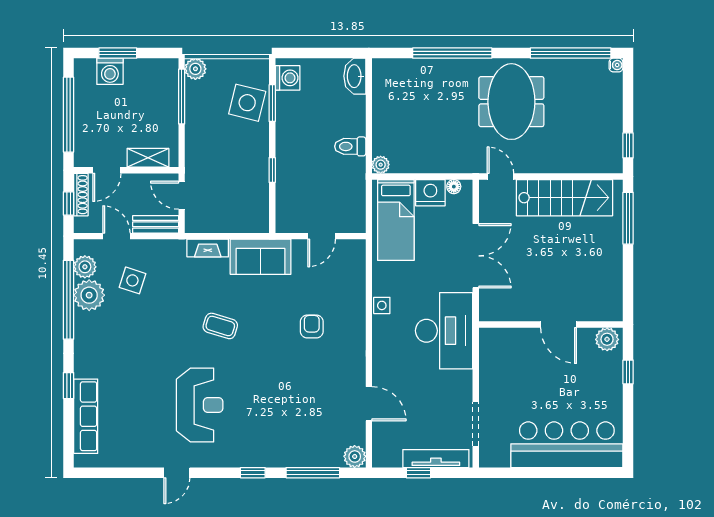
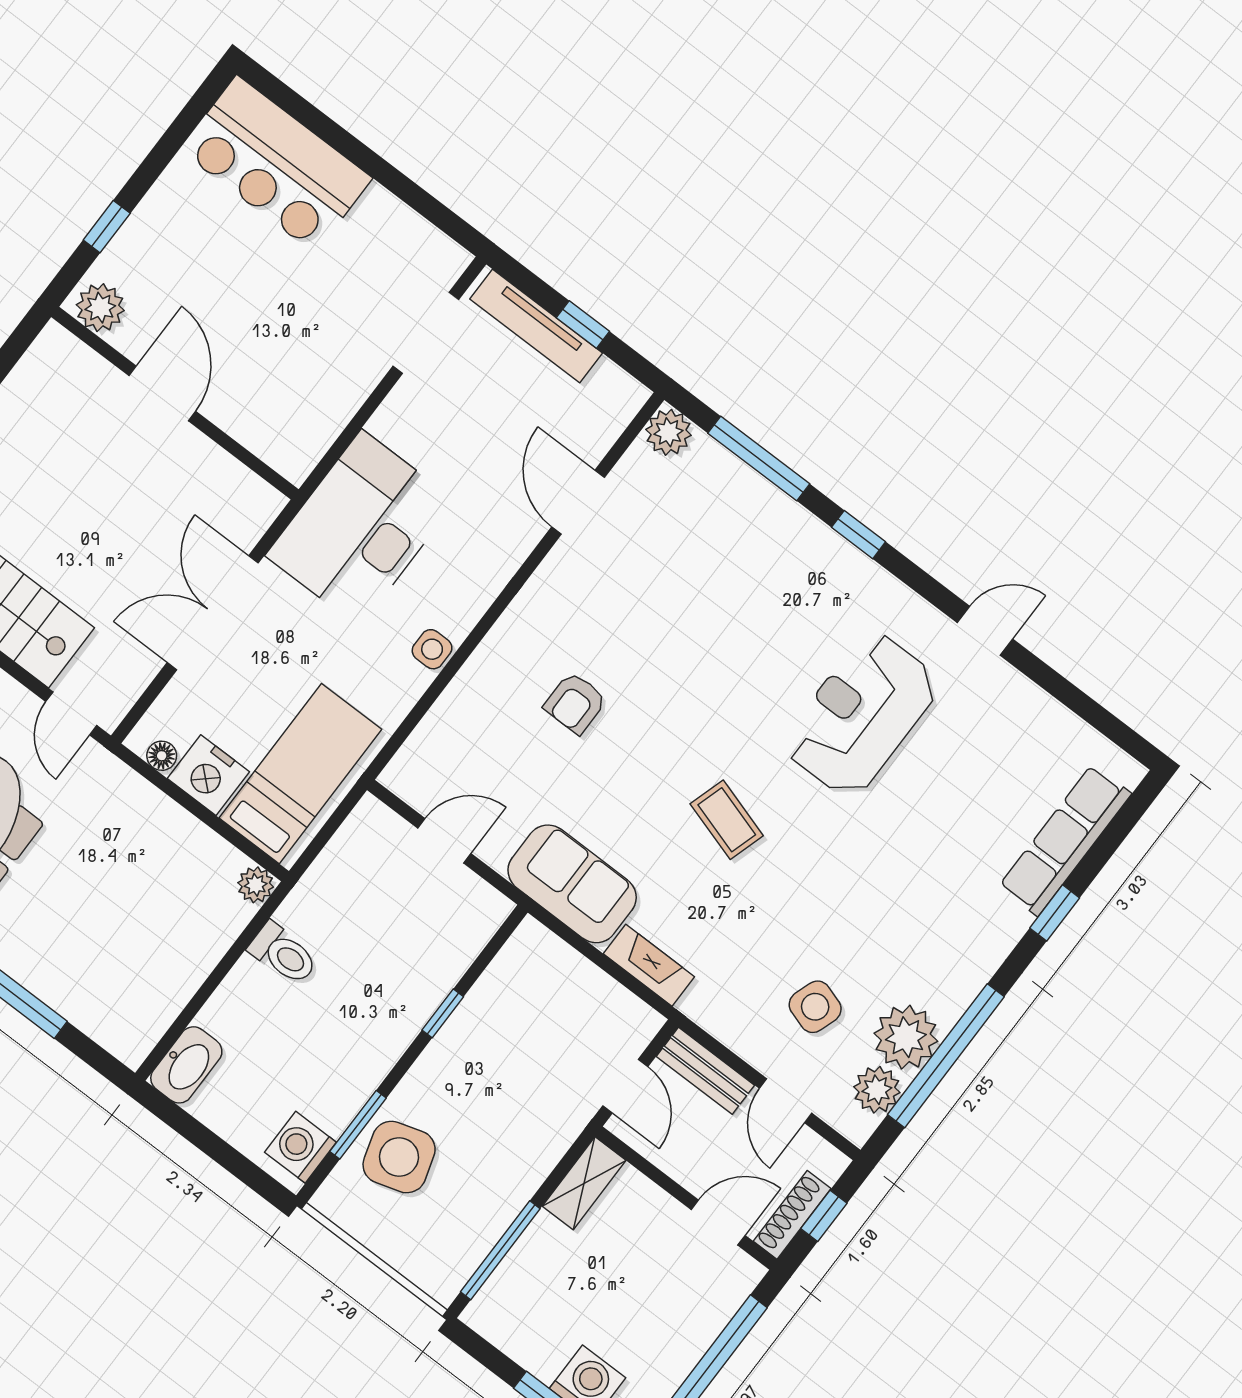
plant: (195, 69) -> (442, 1279), removed
side table: (247, 103) -> (399, 1157), turned -31
shelving: (148, 158) -> (584, 1183), moved, turned 90
bar counter: (567, 445) -> (276, 164), width x0.73

